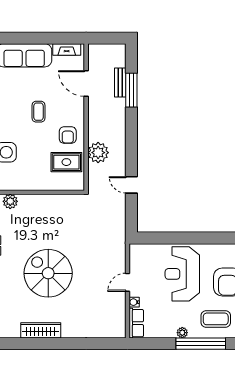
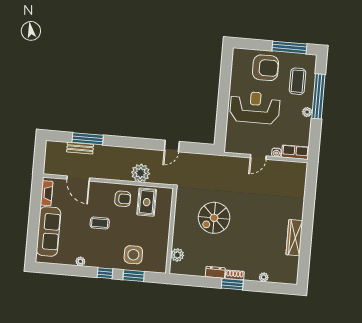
door: (86, 83) -> (78, 178), hinge flipped
spiral stairs: (48, 273) -> (214, 218), moved, width x0.73, depth x0.73
reception desk: (182, 274) -> (255, 107), turned 180
door: (127, 282) -> (258, 157), hinge flipped

